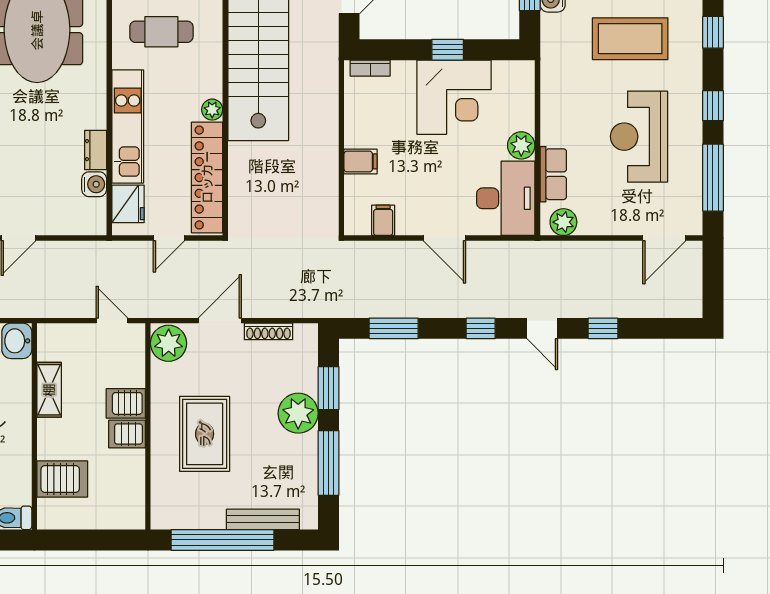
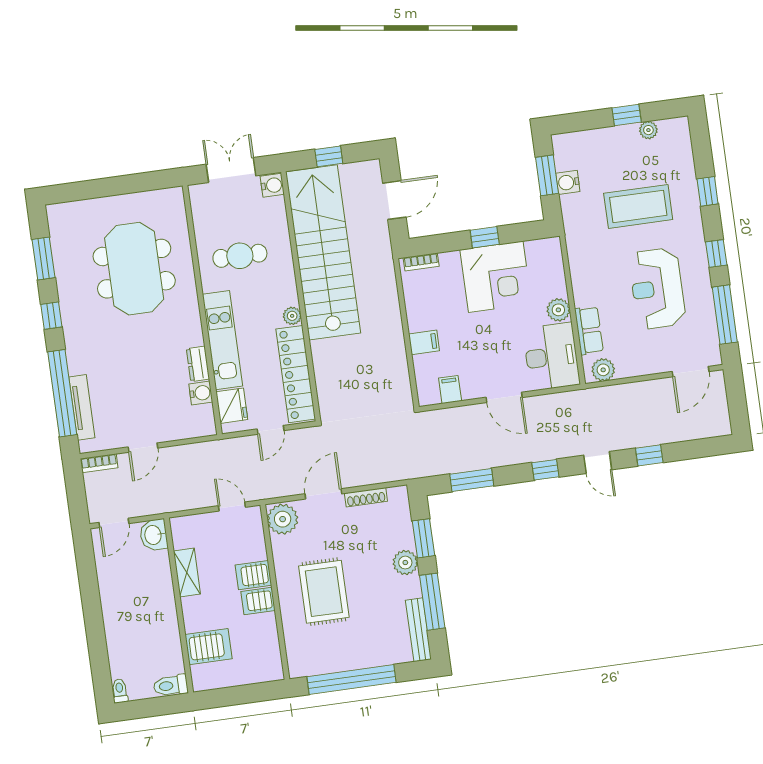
plant: (298, 413) -> (405, 563), width x0.73, depth x0.73
bench: (263, 519) -> (418, 630), moved, turned 90

